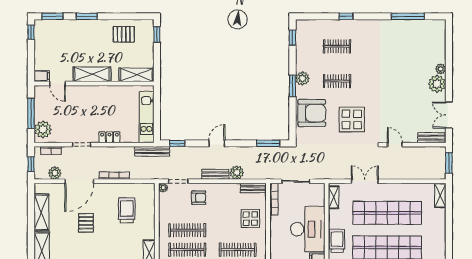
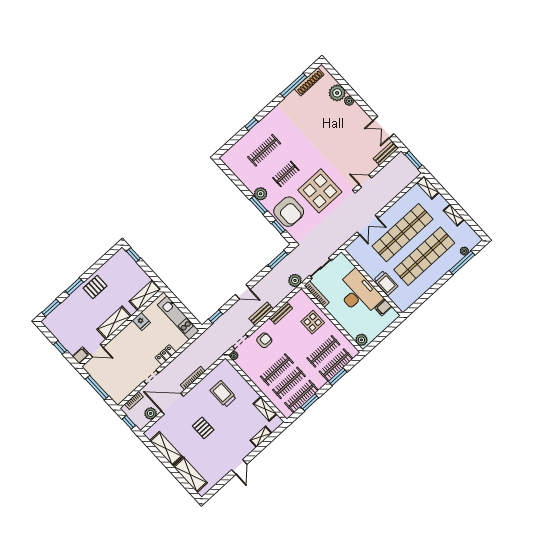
shoe rack: (423, 25) -> (309, 82), added
window: (31, 32) -> (60, 347), moved
pallet: (124, 34) -> (95, 287), moved
window: (292, 38) -> (278, 227), moved
clothes rail: (337, 46) -> (264, 150), width x1.36
plant: (437, 84) -> (337, 93), moved
fridge: (115, 93) -> (141, 321), added
armchair: (312, 113) -> (289, 212), turned 90
display table: (352, 119) -> (320, 191), width x1.36, depth x1.36
plant: (43, 129) -> (115, 391), removed
door: (217, 143) -> (243, 292), swing flipped
bench: (152, 151) -> (203, 338), removed
plant: (237, 173) -> (295, 280), moved
door: (79, 181) -> (172, 404), swing flipped
double door: (365, 181) -> (368, 225), swing flipped
bench: (253, 188) -> (281, 313), moved
shelving: (334, 197) -> (454, 215), moved
trolley: (337, 241) -> (386, 283), turned 180

